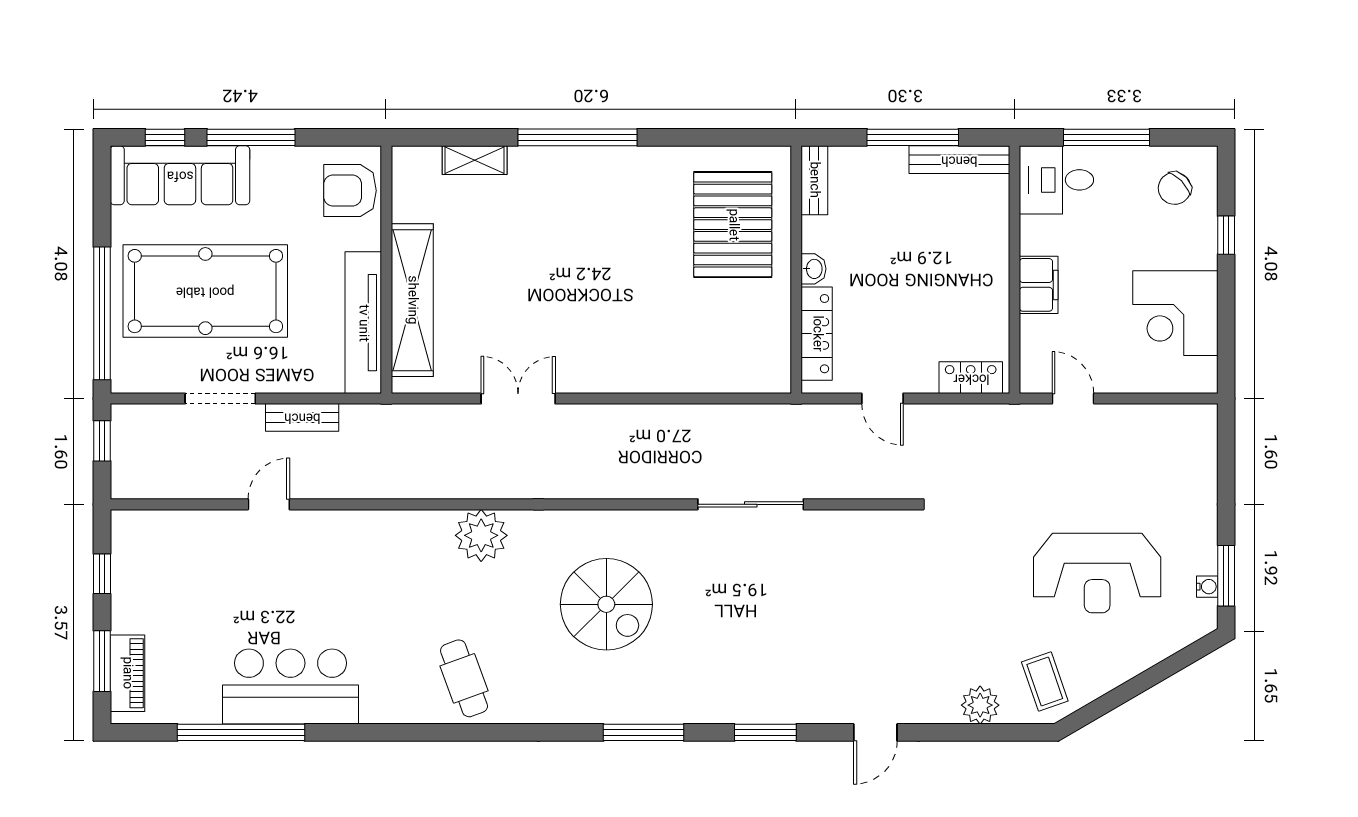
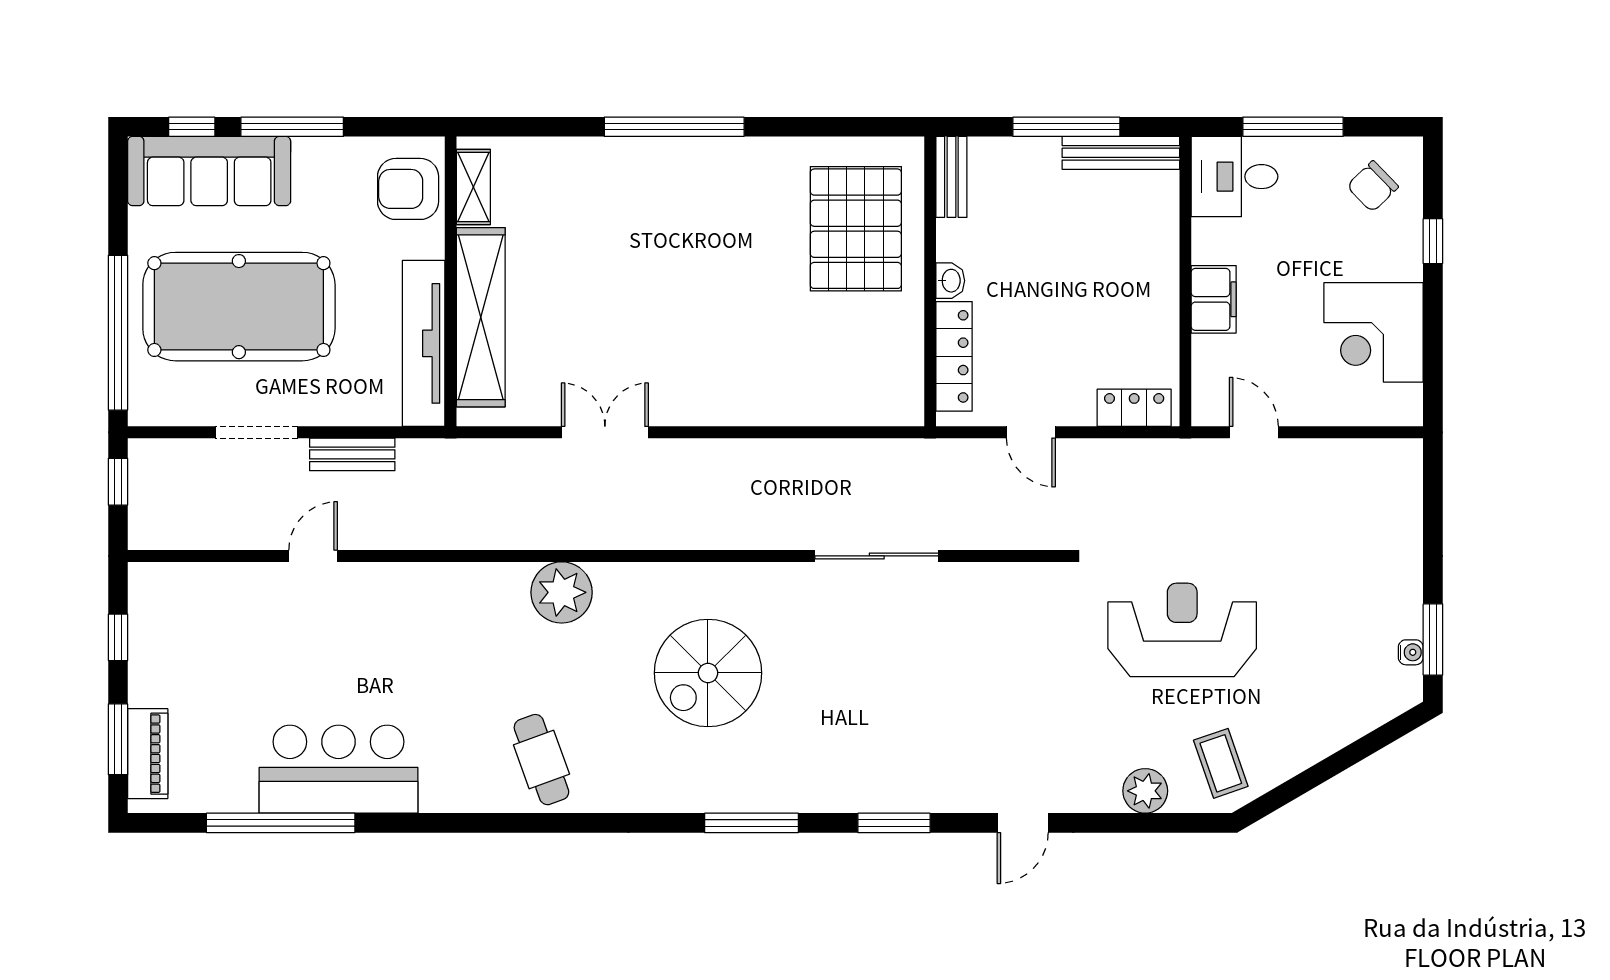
shelving: (475, 160) -> (473, 187), moved, turned 90
reception desk: (1097, 573) -> (1182, 630), moved, turned 180
spiral stairs: (606, 604) -> (708, 673), turned 90

